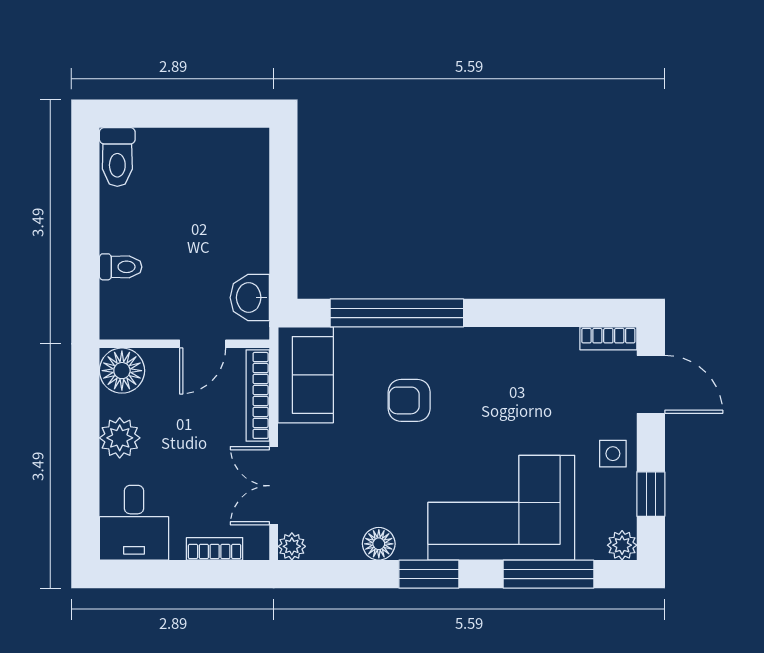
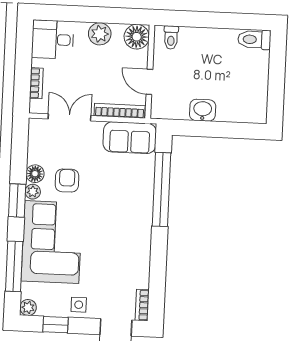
toilet: (121, 267) -> (171, 38), moved
washbasin: (250, 298) -> (203, 110), moved
armchair: (409, 400) -> (67, 181), moved
plant: (292, 546) -> (33, 192), moved

